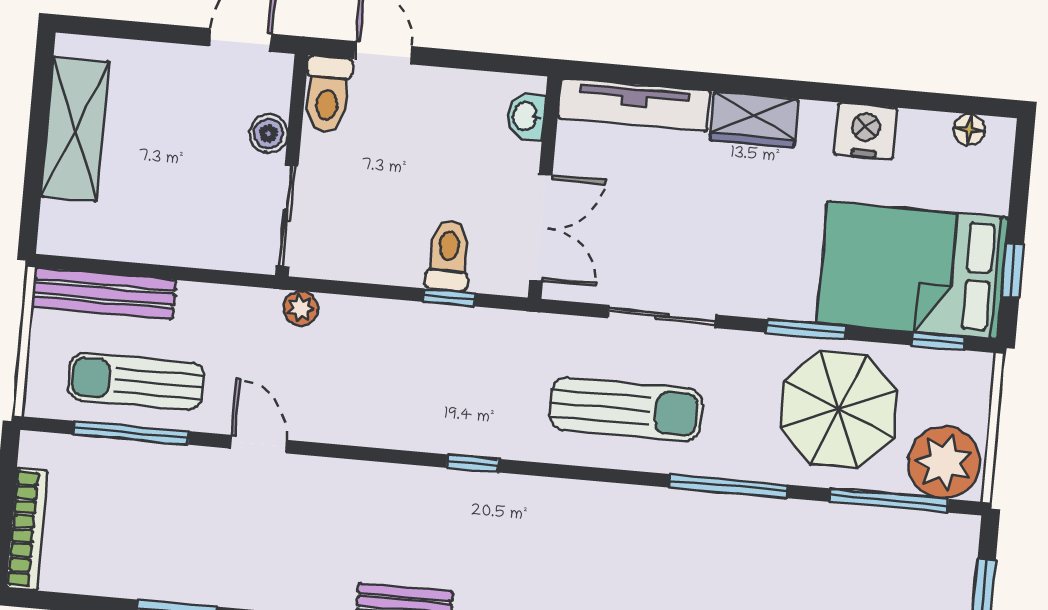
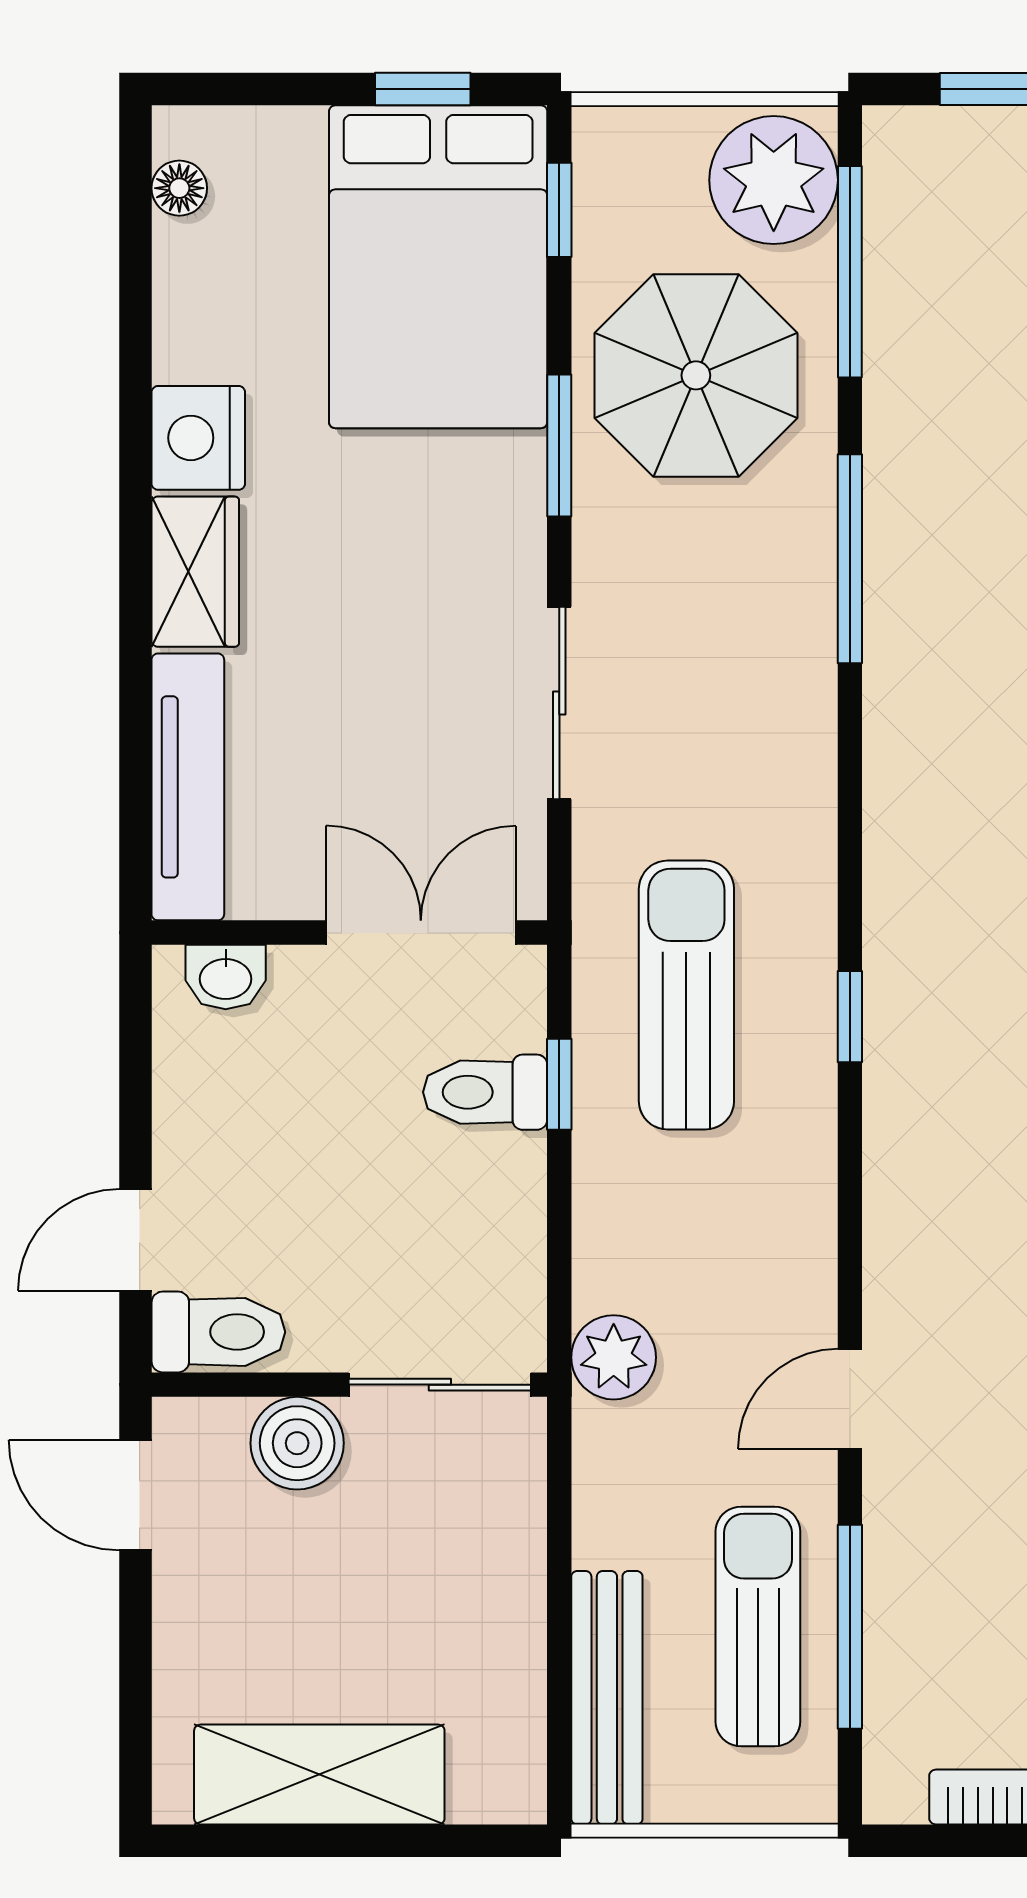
nightstand: (866, 131) -> (198, 438), moved
boiler: (268, 134) -> (297, 1443), width x1.36, depth x1.36
plant: (301, 308) -> (614, 1357), width x1.38, depth x1.38
sun lounger: (136, 381) -> (758, 1626), turned 180
sun lounger: (626, 409) -> (686, 995), moved

